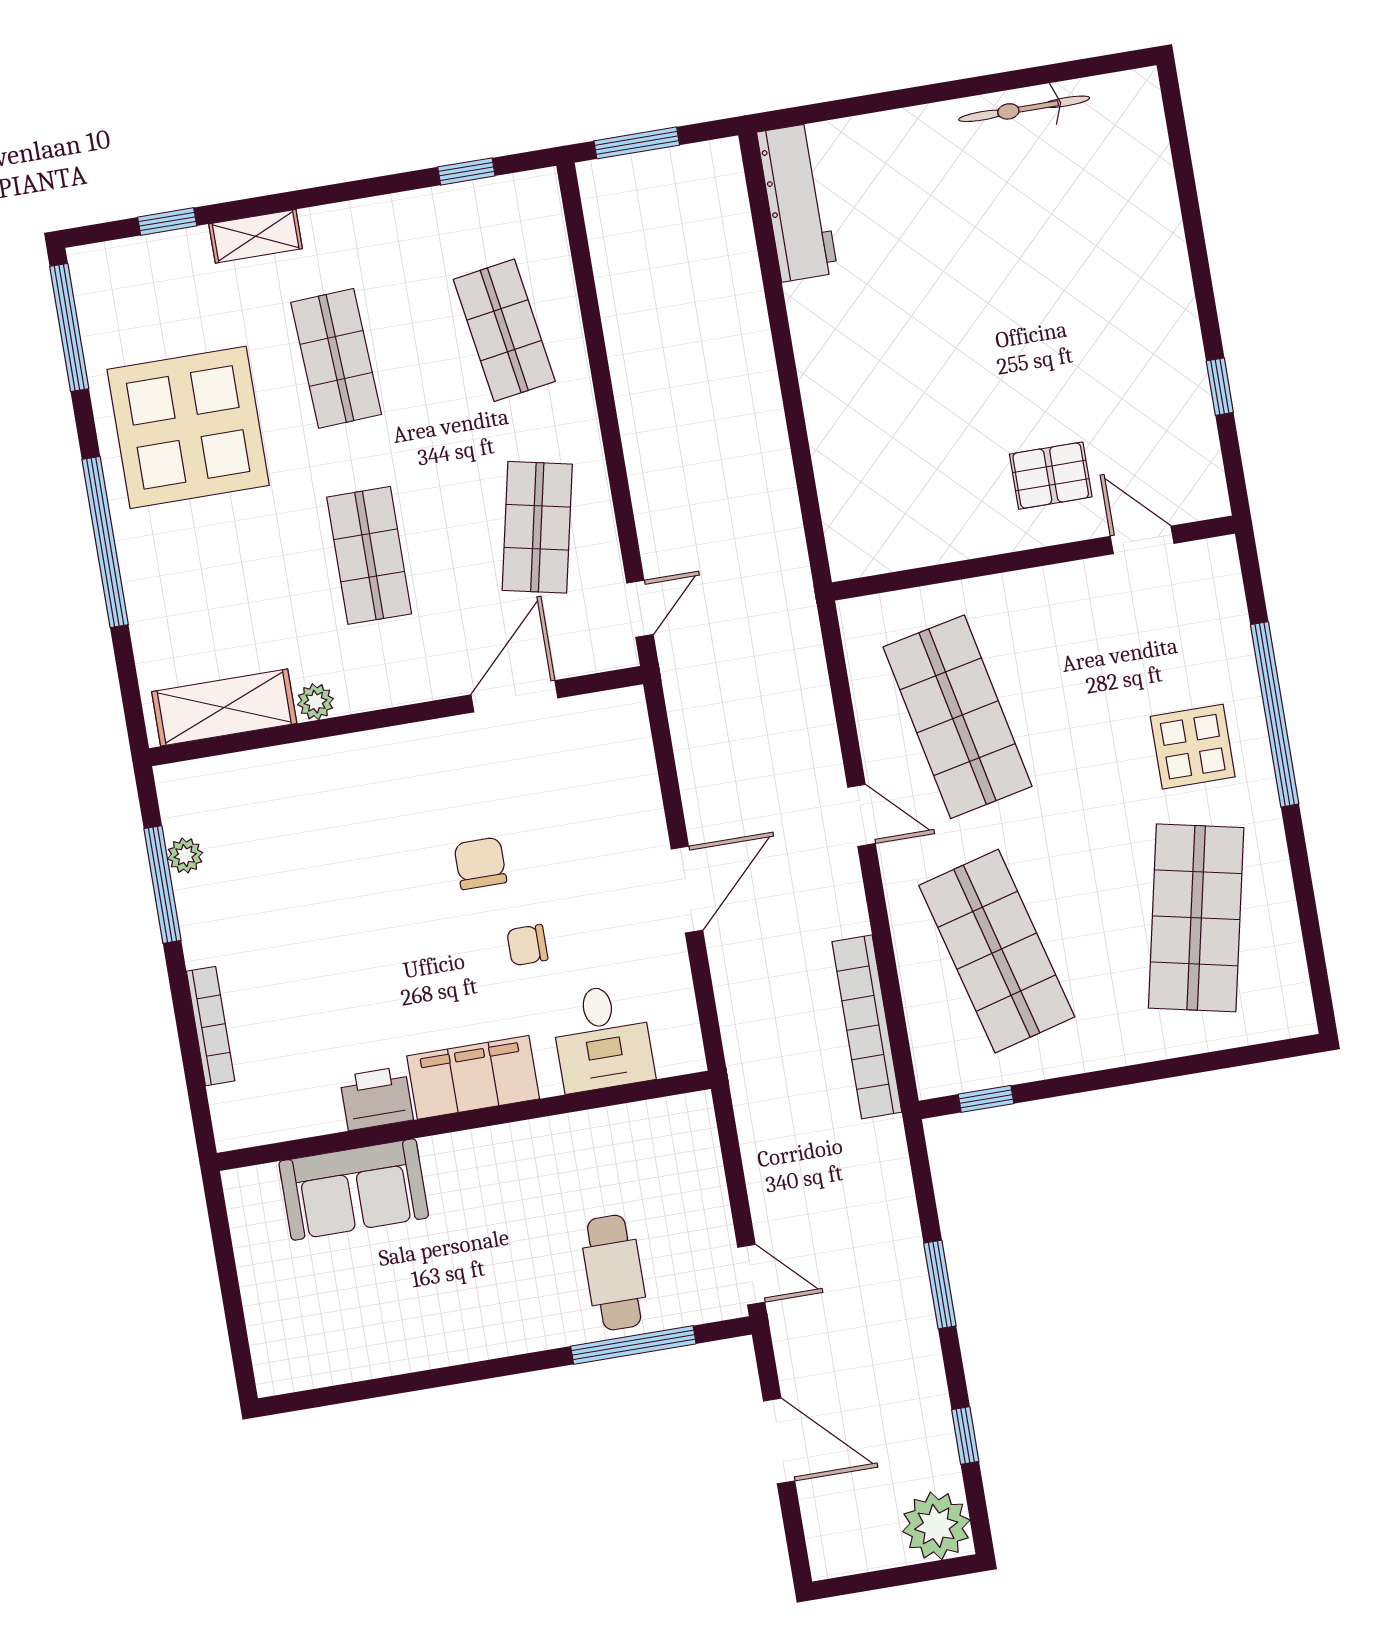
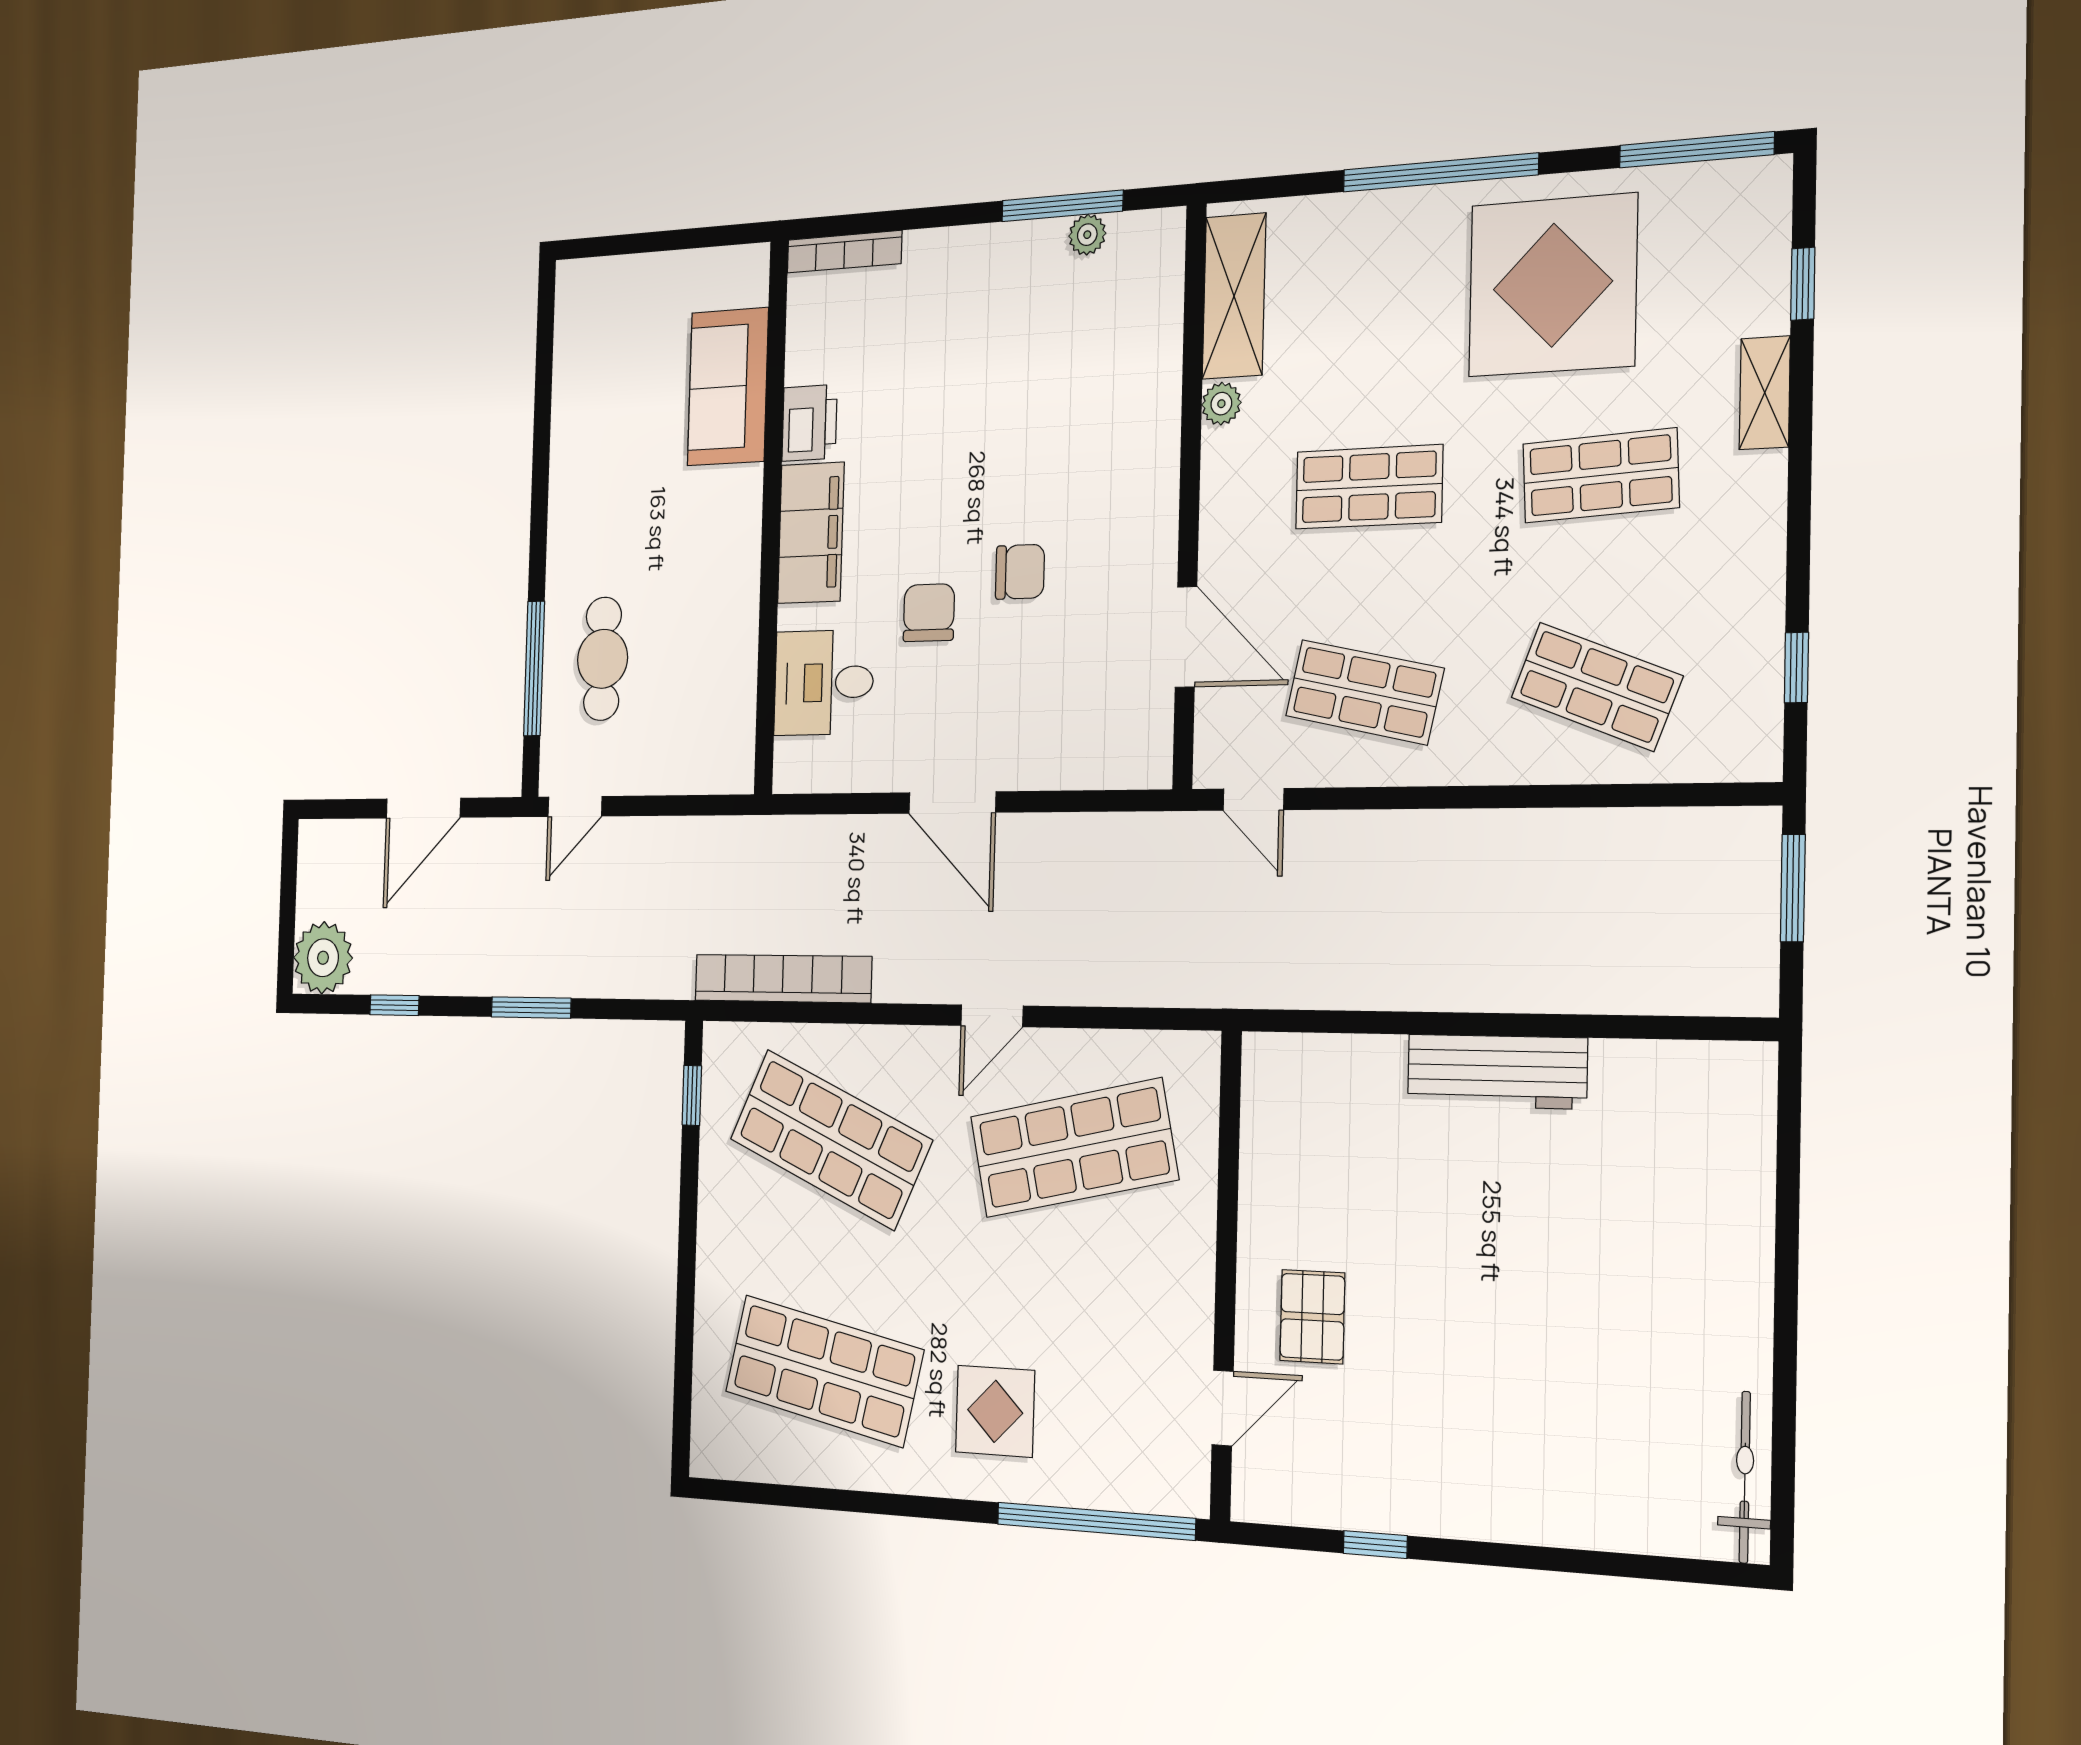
bicycle: (1024, 109) -> (1745, 1477), moved
workbench: (797, 203) -> (1497, 1072), moved
shop shelf: (504, 330) -> (1597, 687), turned 30
window: (1275, 714) -> (1096, 1521), moved
chair: (527, 945) -> (929, 613), width x1.37, depth x1.37
shop shelf: (997, 951) -> (831, 1139), turned 39
bookcase: (211, 1026) -> (844, 252), moved
cafe table: (614, 1273) -> (602, 659), turned 90

